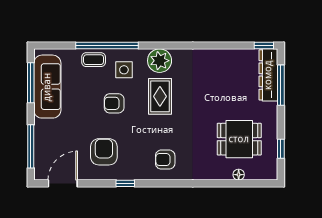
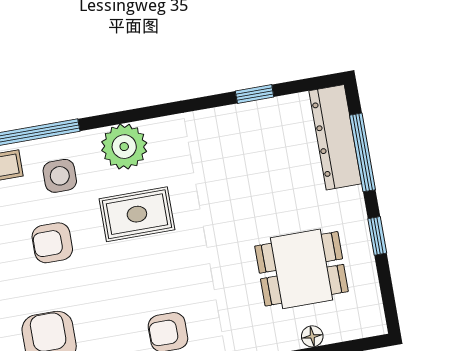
window: (264, 45) -> (255, 94), moved
rug: (160, 96) -> (137, 214), turned 90
window: (281, 149) -> (377, 236), moved

